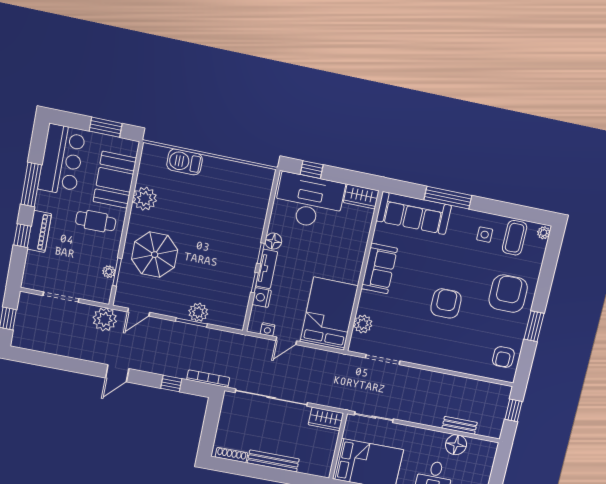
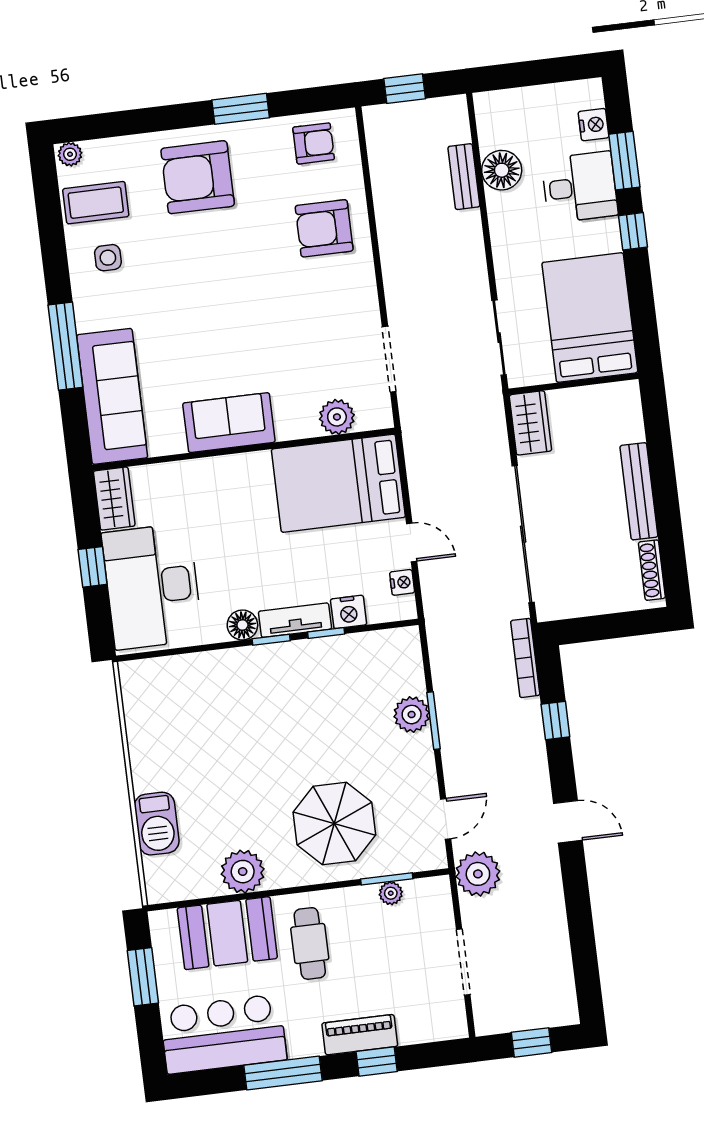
window: (312, 170) -> (93, 567), moved
armchair: (446, 303) -> (324, 228), moved
door: (139, 312) -> (446, 819), hinge flipped

